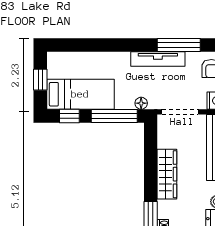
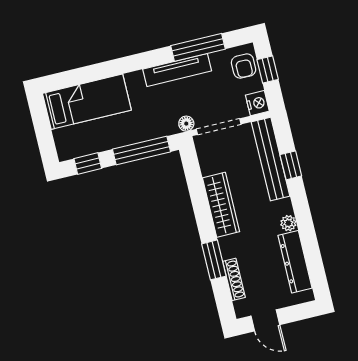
window: (40, 80) -> (43, 129), removed
bed: (80, 94) -> (87, 102), moved
floor lamp: (141, 103) -> (186, 124), moved

